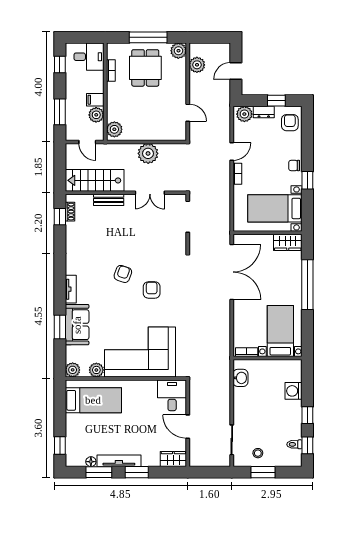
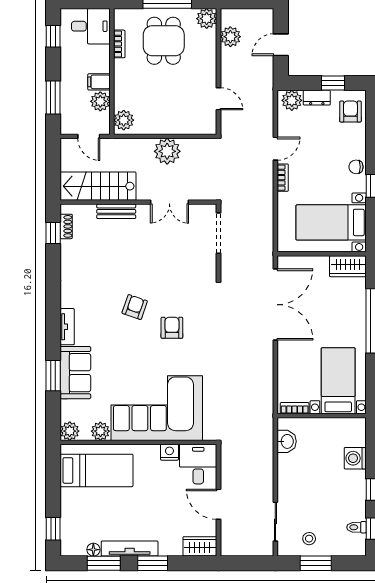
nightstand: (150, 386) -> (169, 452), added

